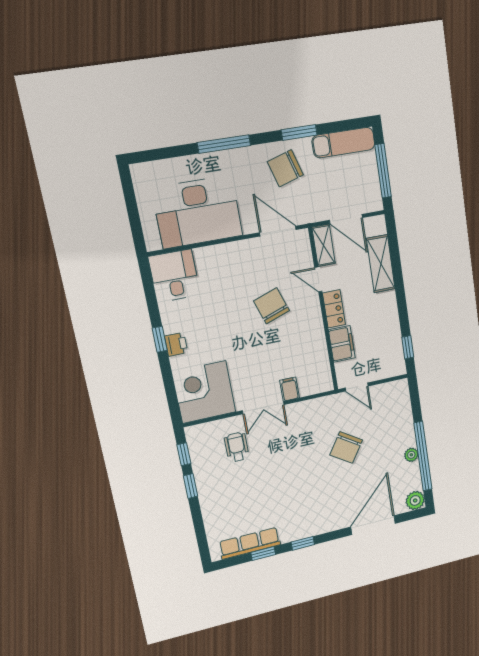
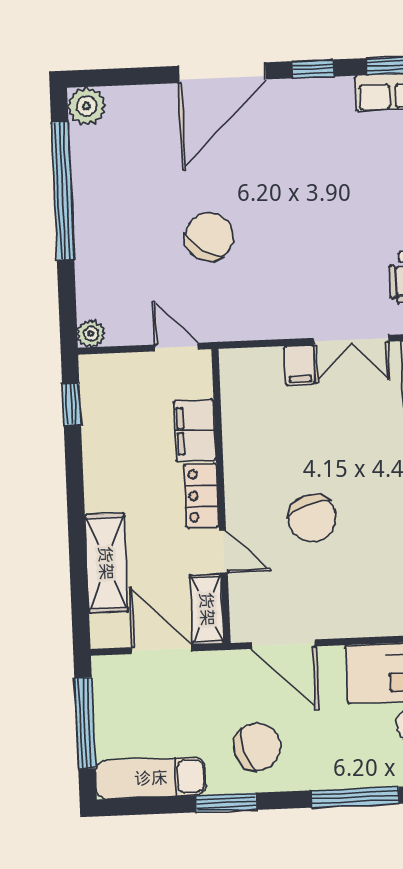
double door: (263, 408) -> (351, 340), swing flipped
plant: (411, 455) -> (91, 334), moved
door: (373, 525) -> (222, 73), moved

